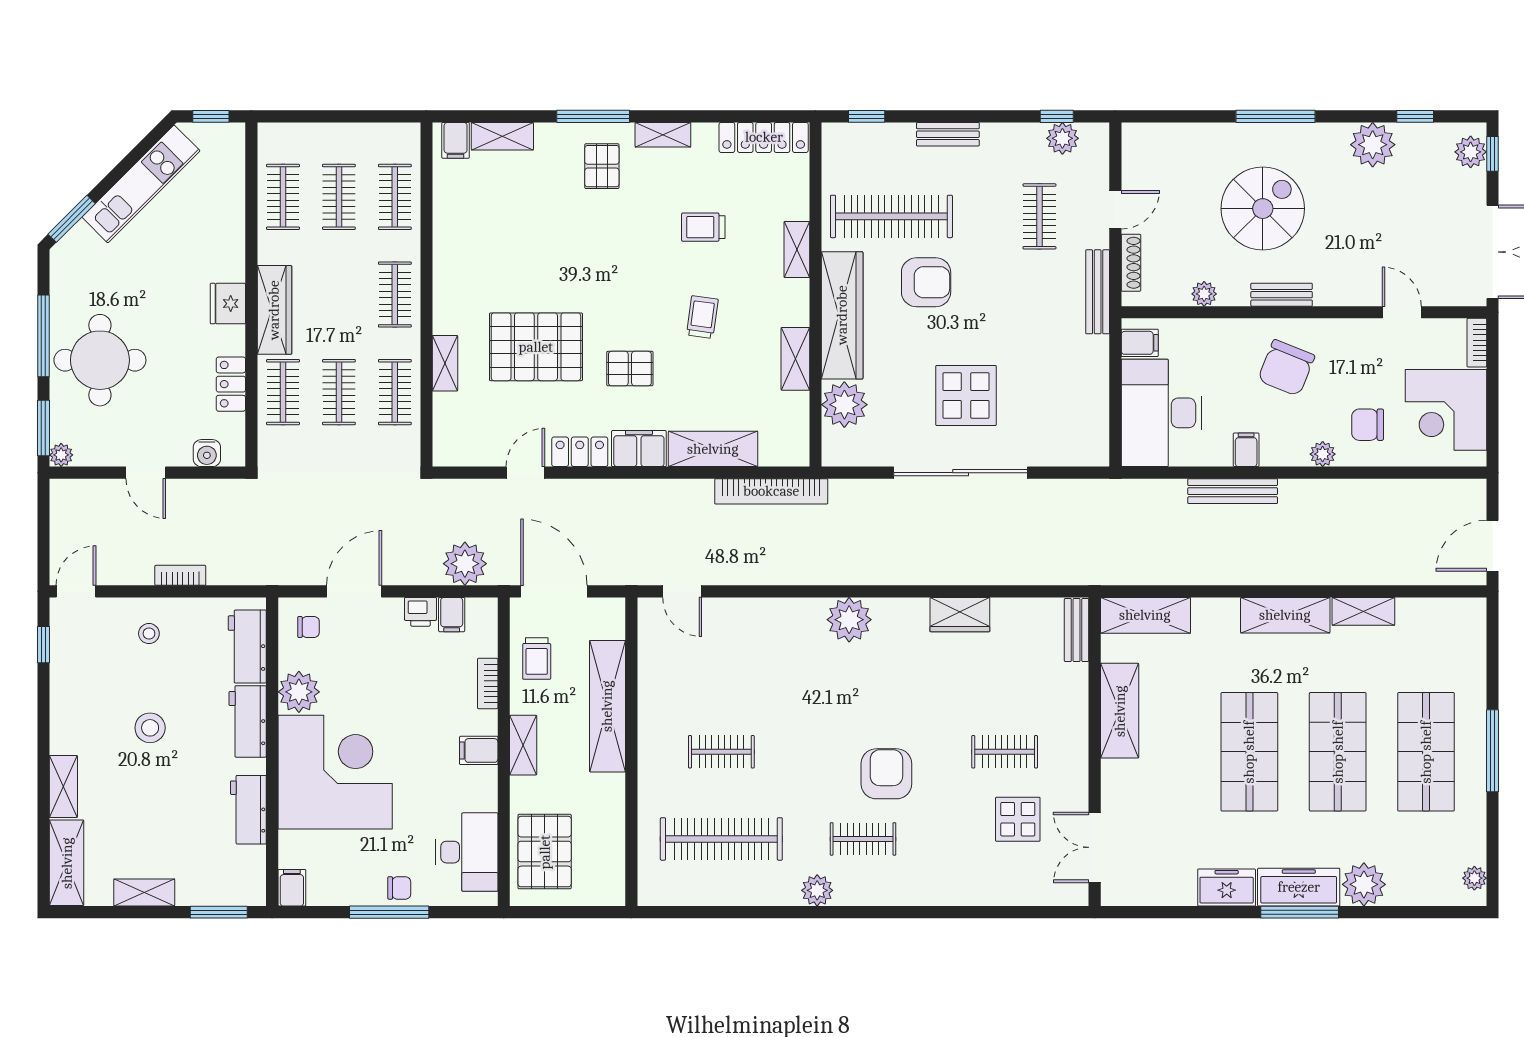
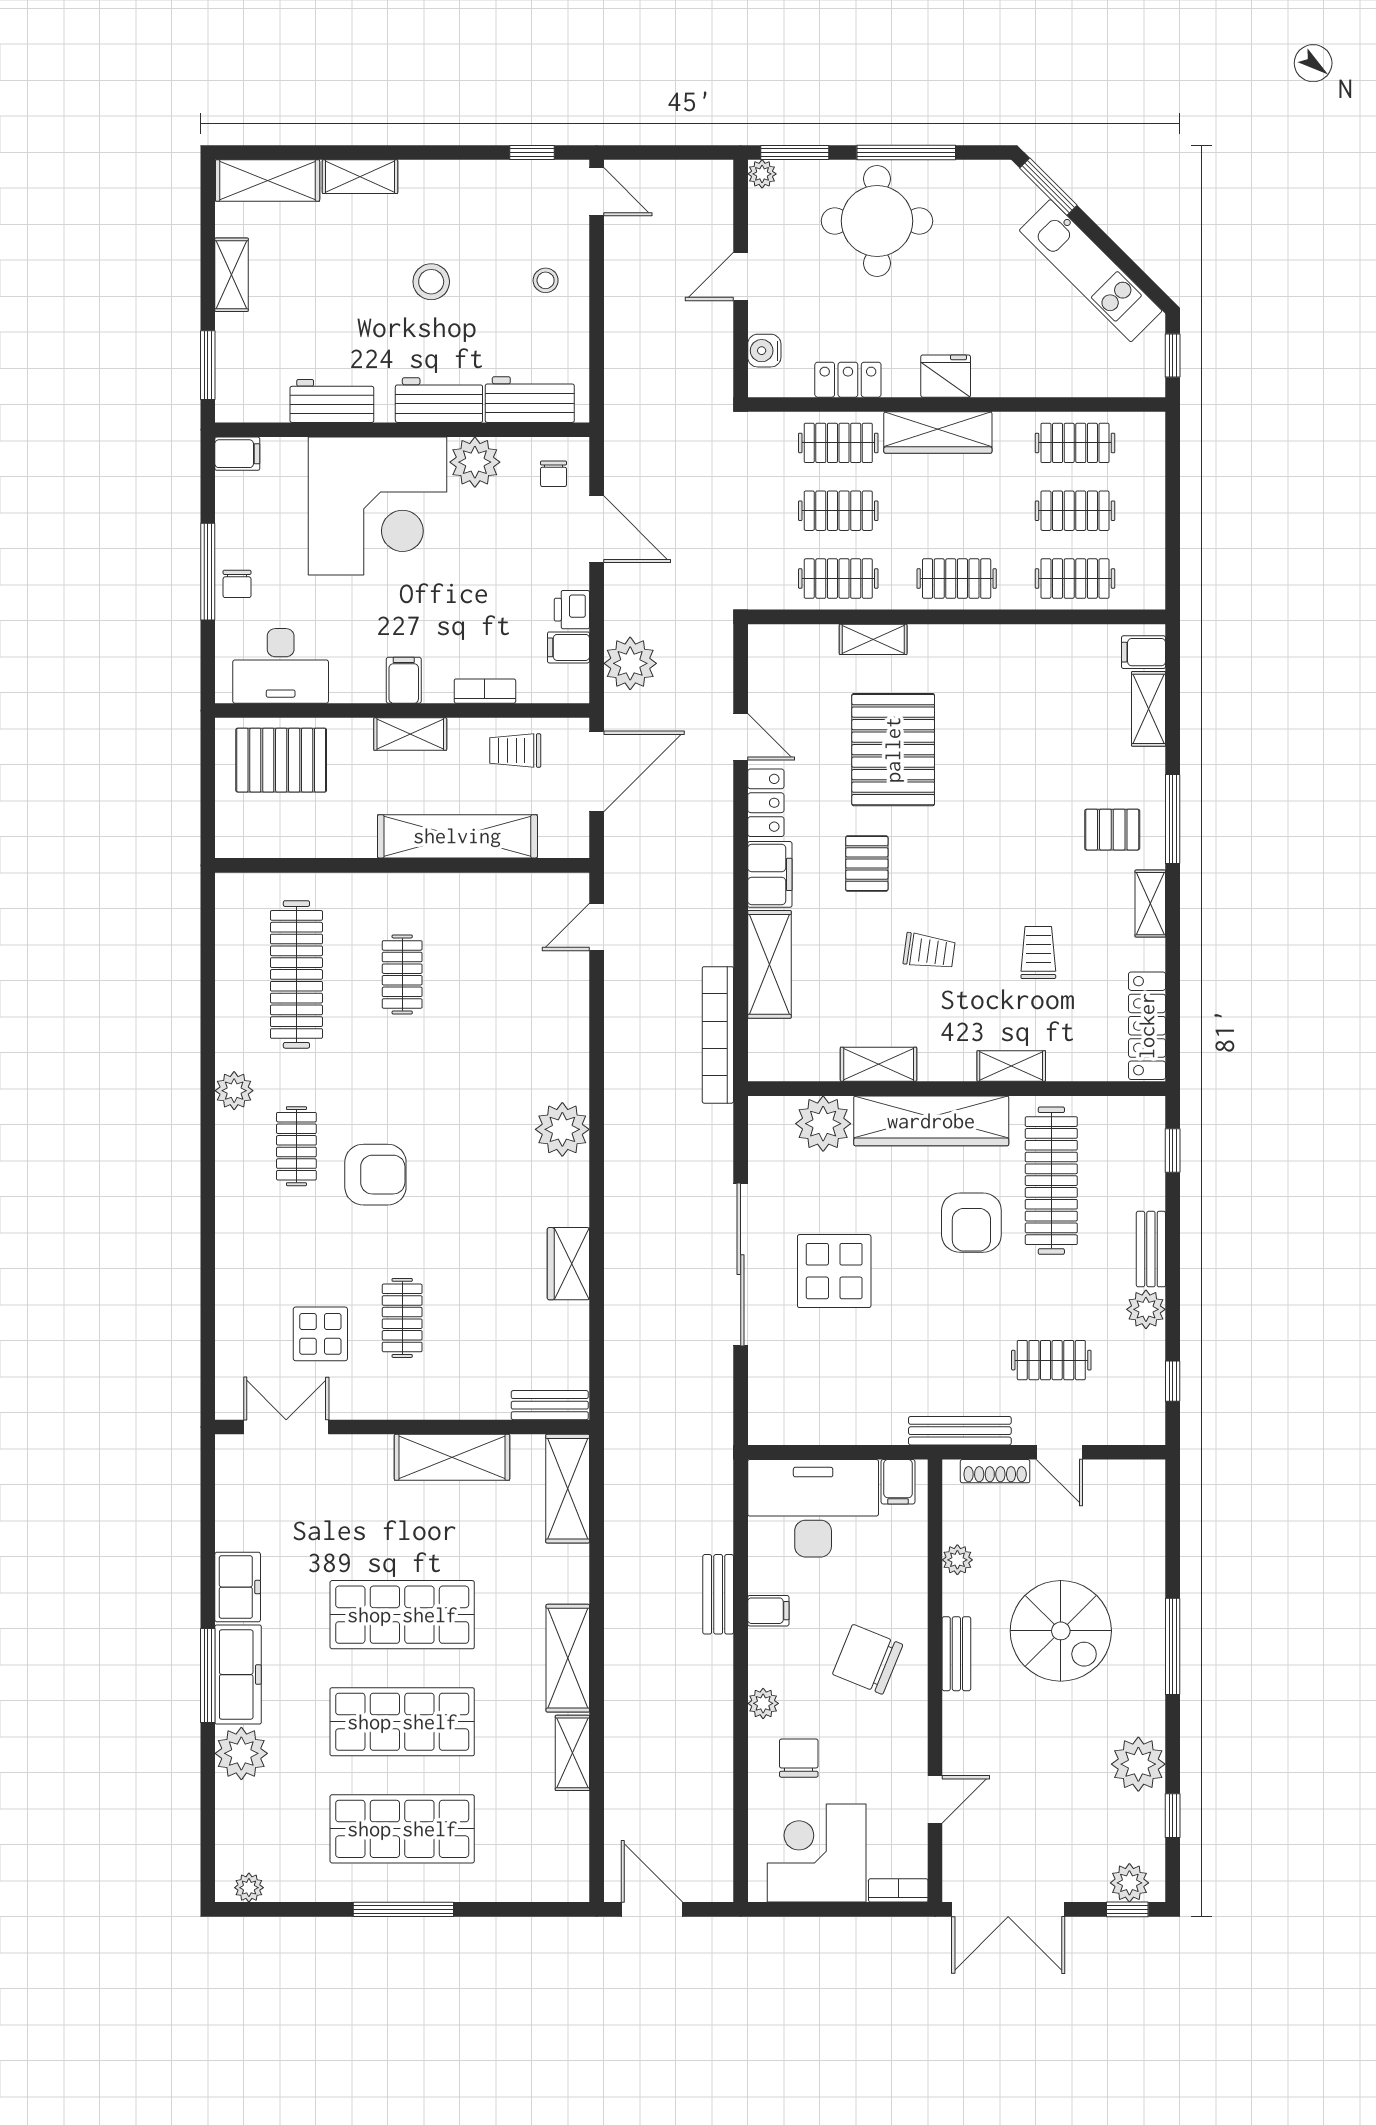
plant: (1062, 138) -> (1146, 1309), moved
bench: (1233, 491) -> (718, 1594), width x0.73
bookcase: (180, 575) -> (616, 318), removed

